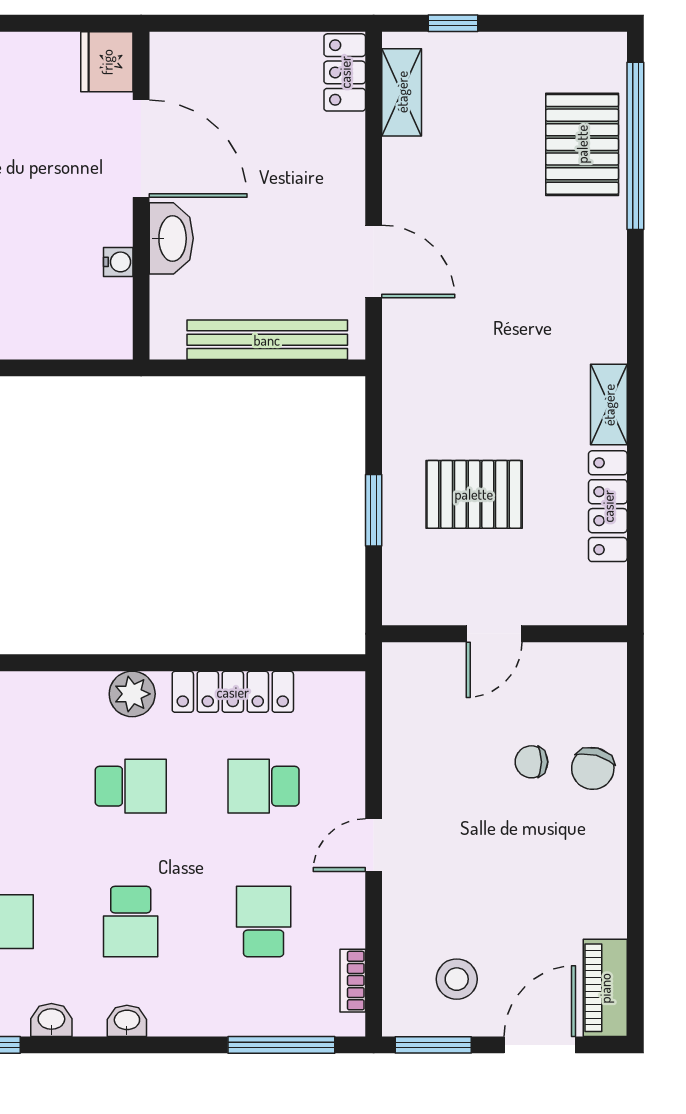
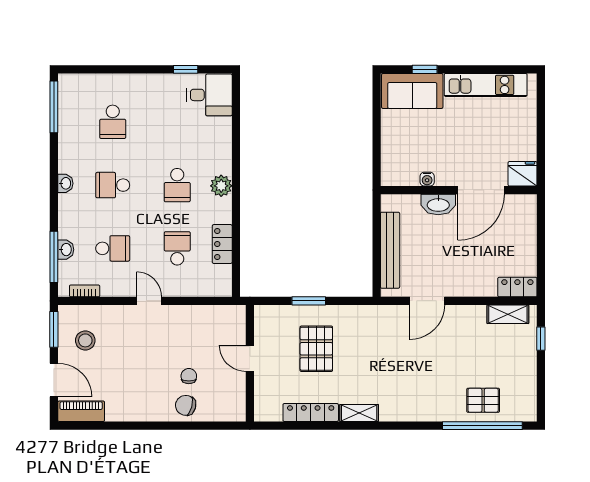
pallet: (582, 144) -> (483, 400), width x0.67, depth x0.71
locker: (233, 692) -> (222, 244), width x0.66
washbasin: (51, 1020) -> (66, 250), moved

